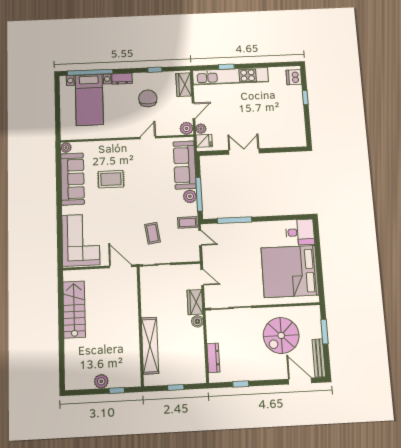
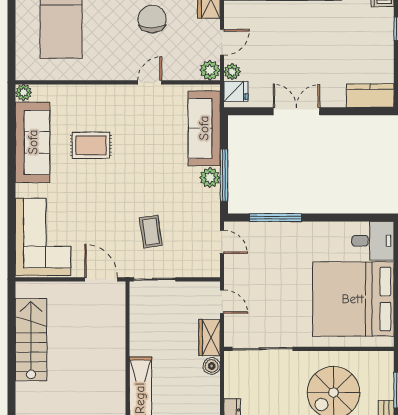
kitchen counter: (291, 140) -> (370, 96), added
coffee table: (187, 222) -> (204, 218), removed

